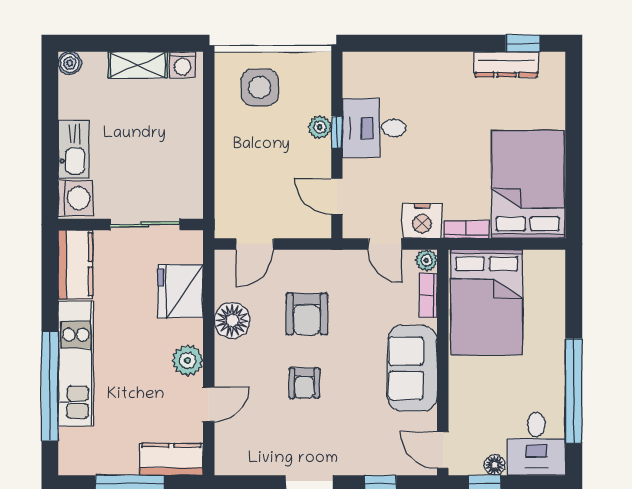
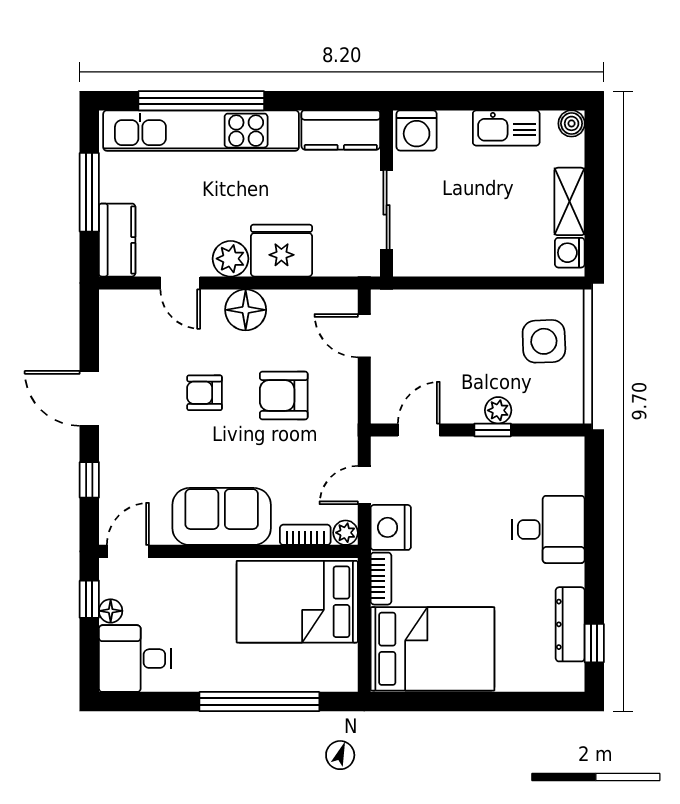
desk: (374, 128) -> (548, 529), moved, turned 90
kitchen sink: (74, 149) -> (506, 128), moved
fridge: (181, 291) -> (281, 251), moved
floor lamp: (232, 320) -> (246, 310), moved
kitchen unit: (76, 363) -> (201, 131), width x1.36
window: (574, 391) -> (259, 702), moved

